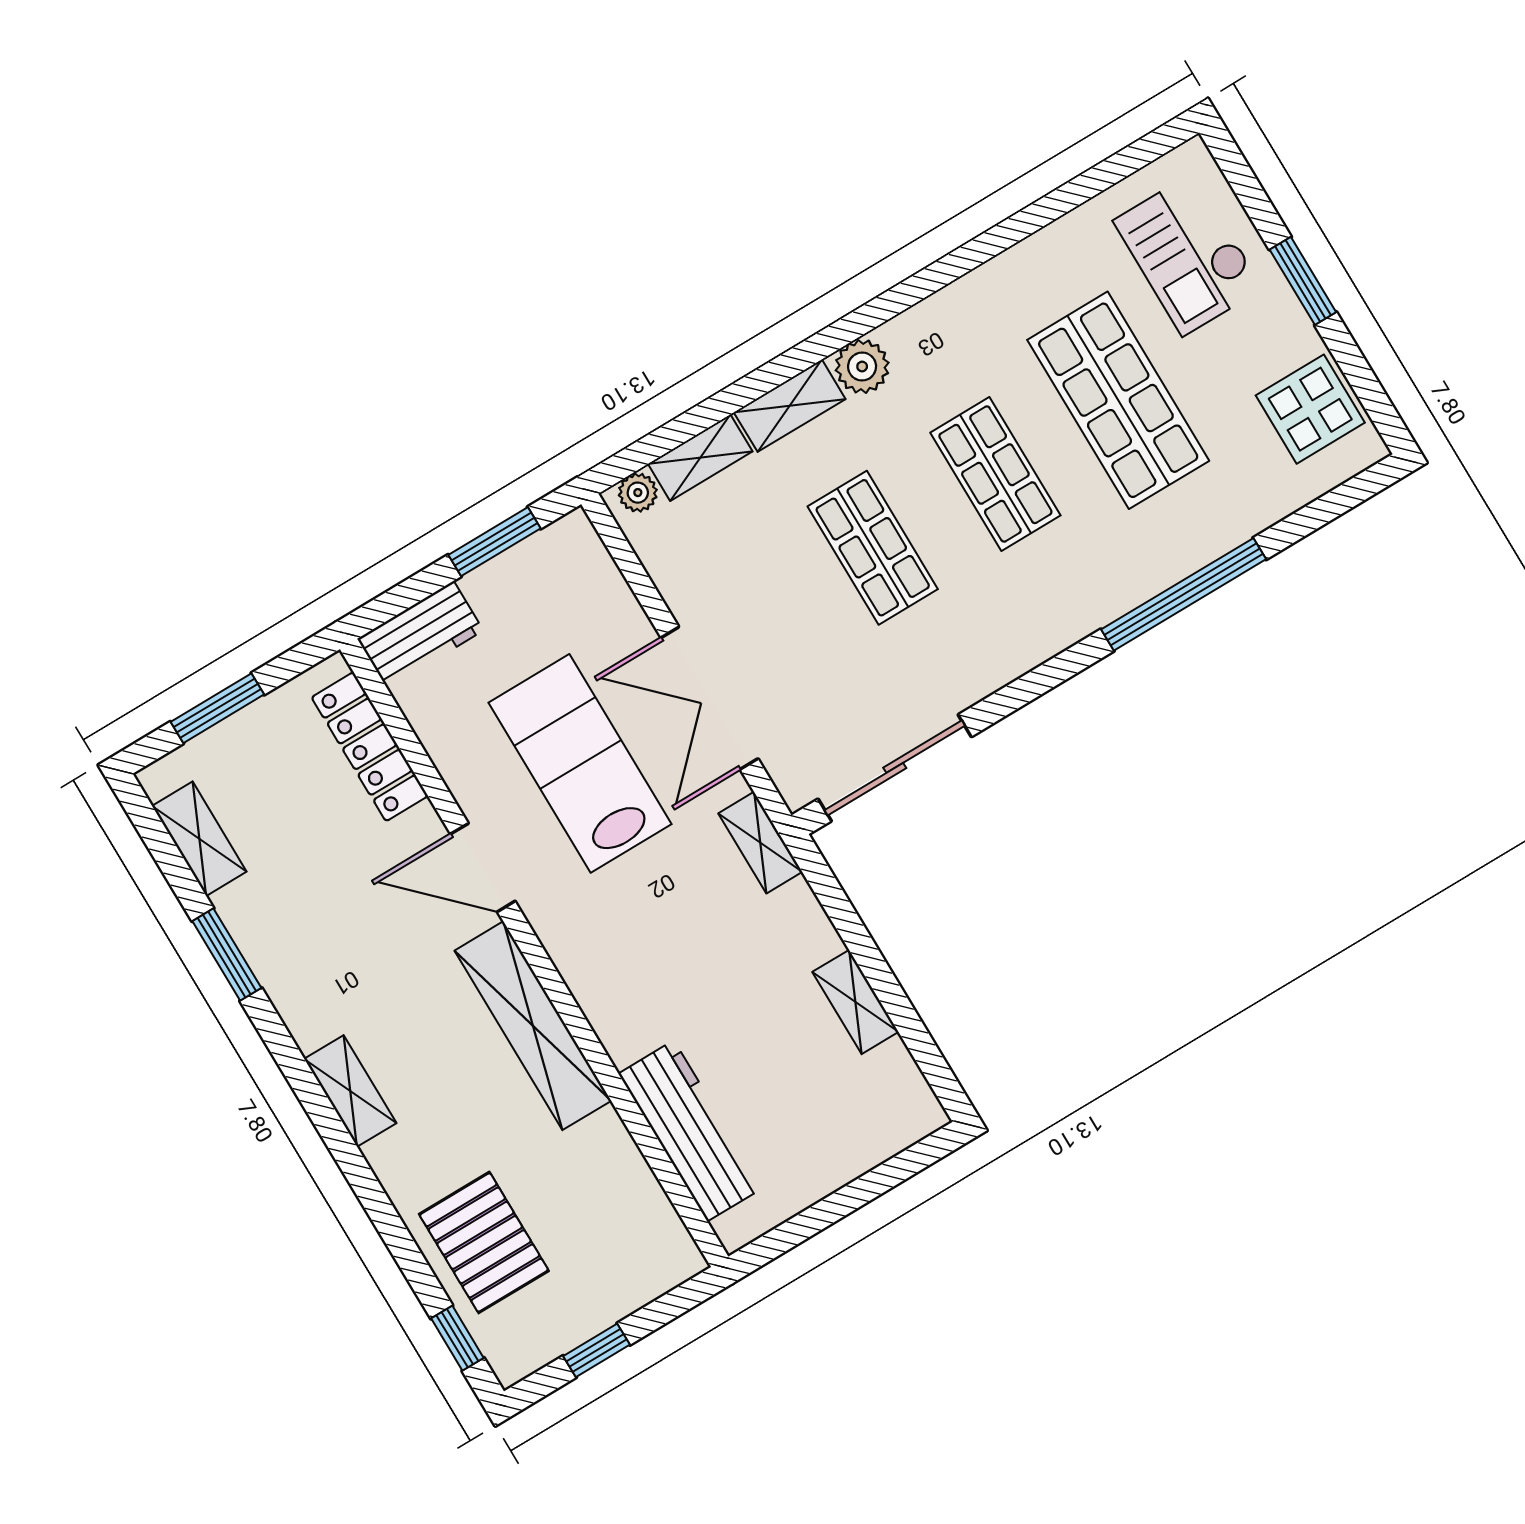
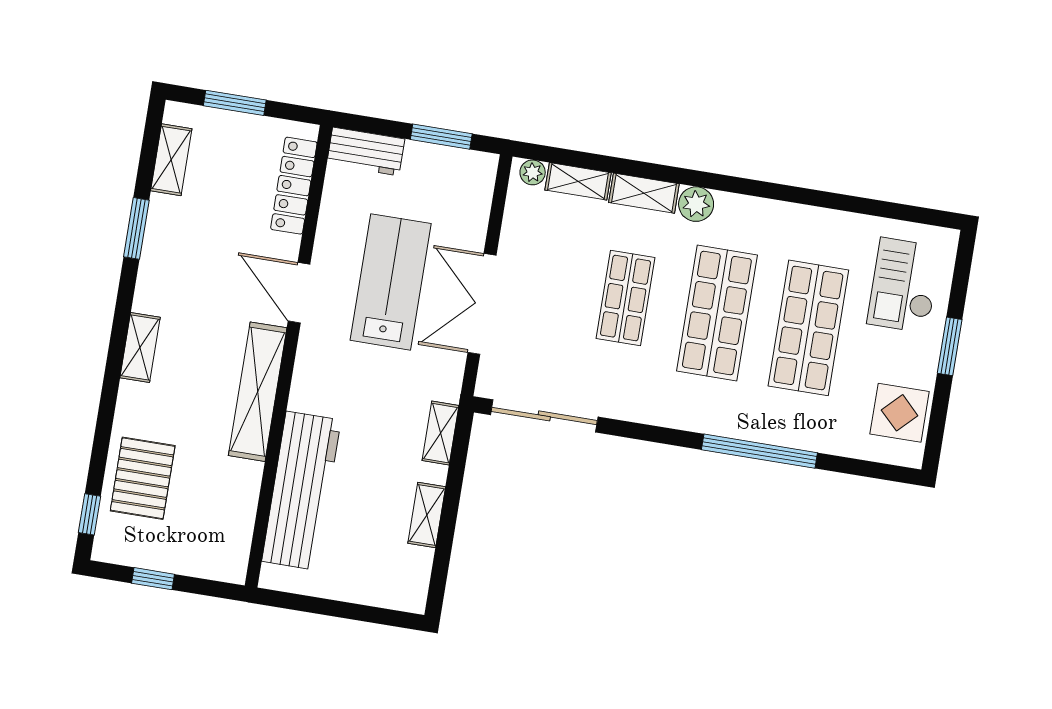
shop shelf: (995, 474) -> (717, 313), width x1.43, depth x1.36
shelving: (760, 843) -> (441, 433), moved
workbench: (691, 1131) -> (301, 491), width x1.36, depth x1.32

